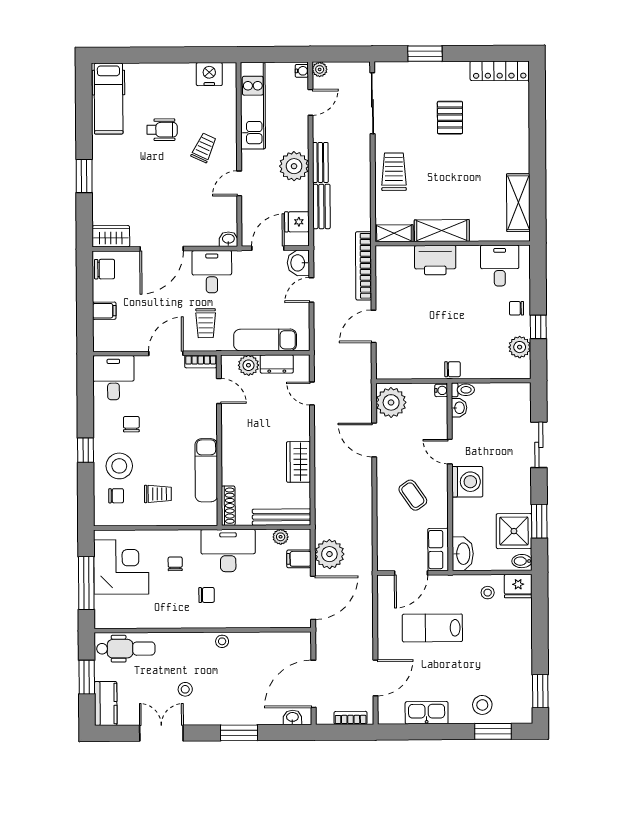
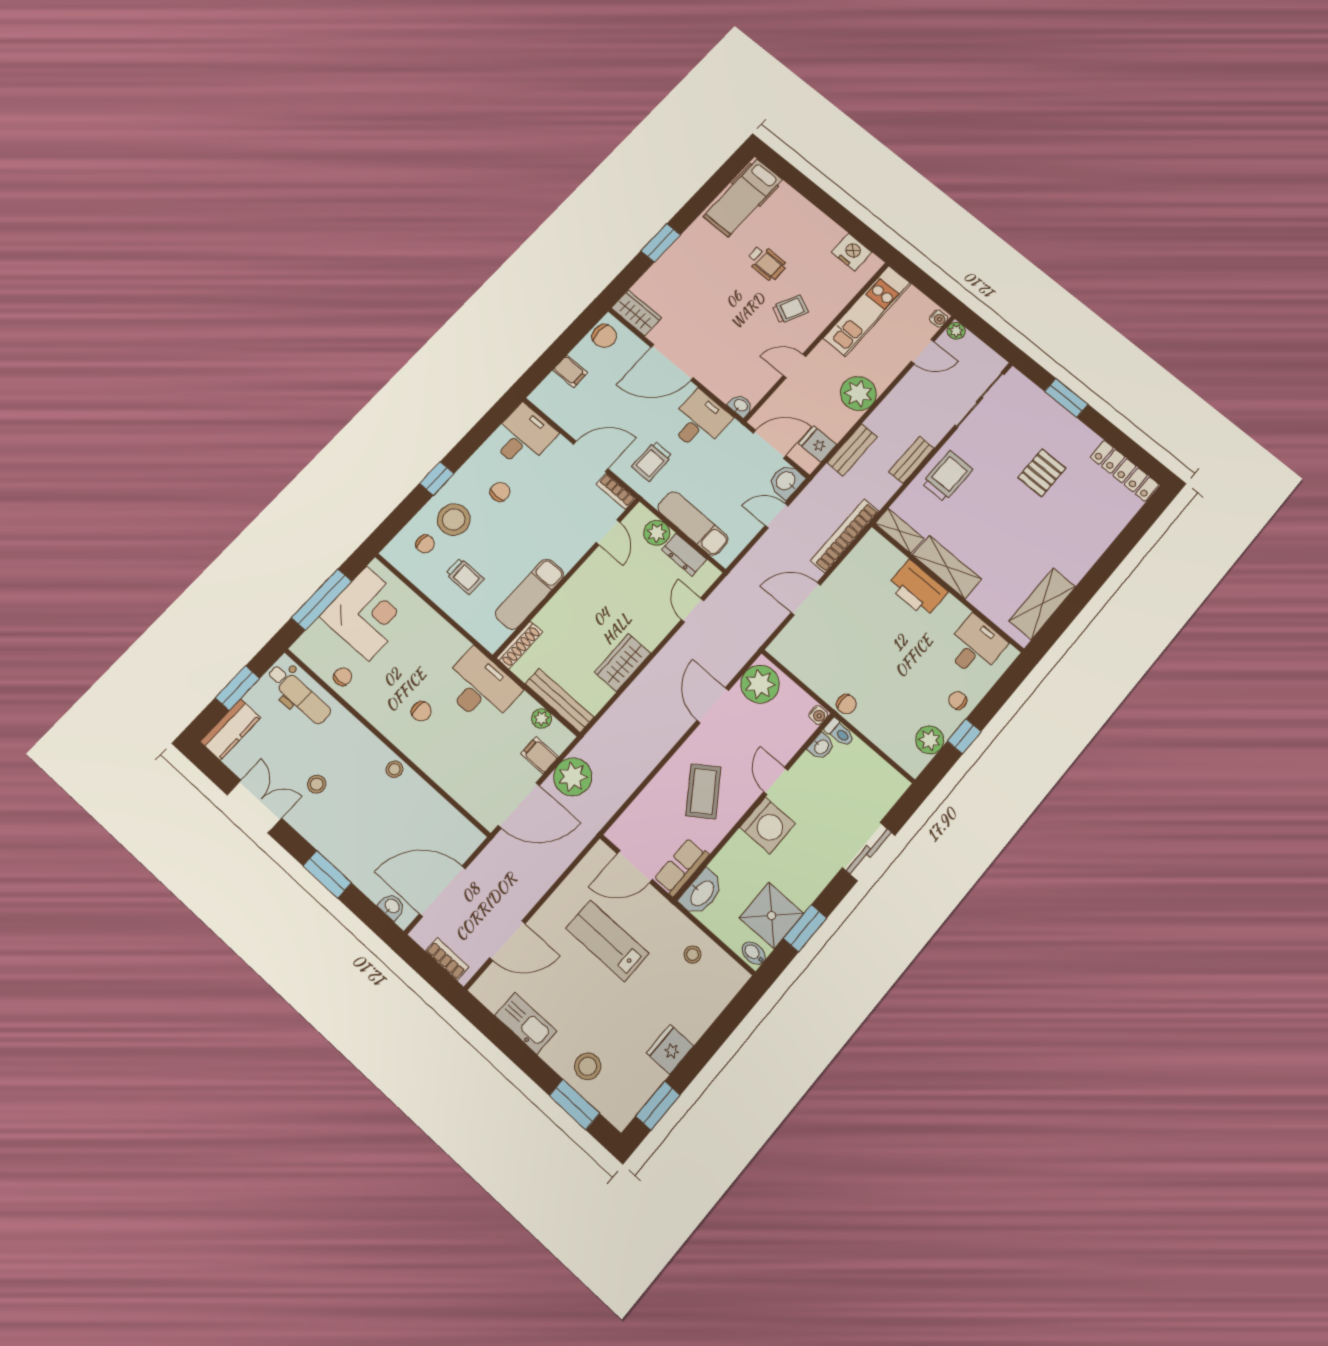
bench: (320, 162) -> (911, 460), moved
coffee table: (413, 495) -> (703, 791), width x1.36, depth x1.30
chair: (175, 564) -> (343, 677), moved
fridge: (518, 586) -> (670, 1049), moved, turned 90

